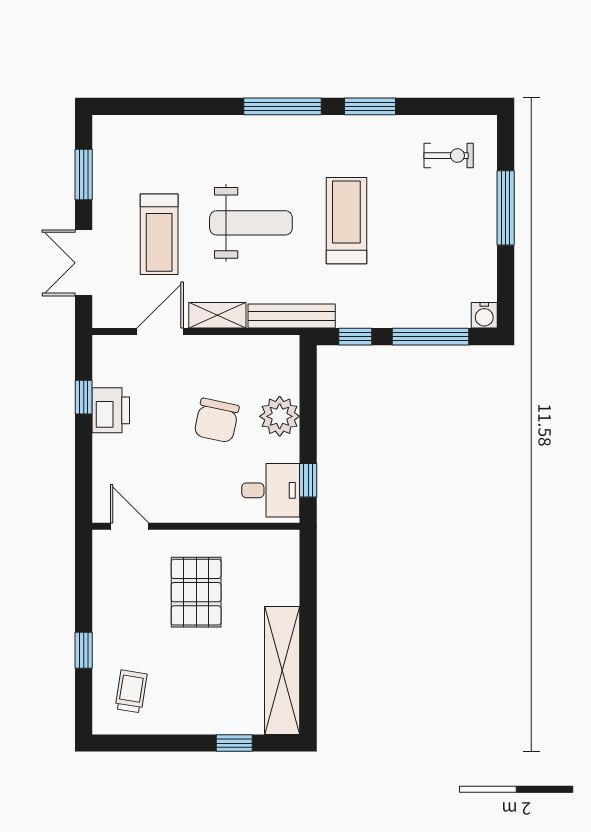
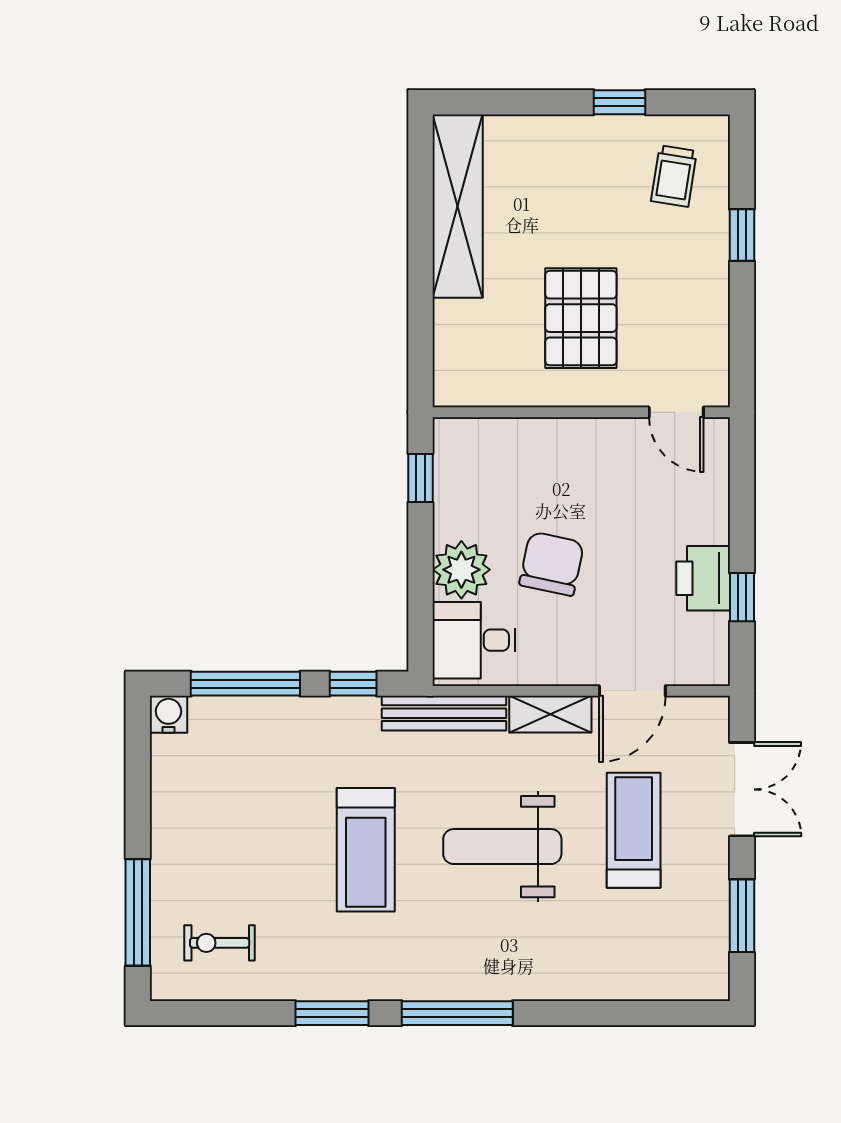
window: (506, 208) -> (138, 912), moved
desk: (271, 490) -> (474, 640), moved
window: (234, 743) -> (619, 102), moved

